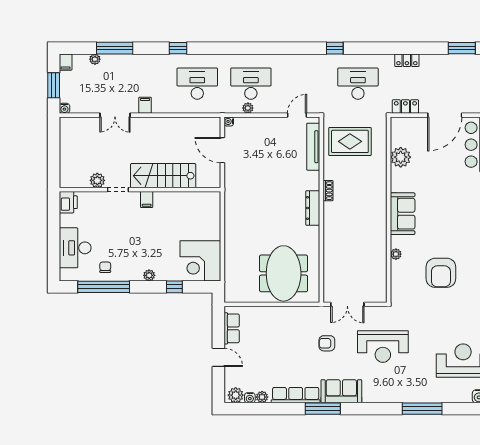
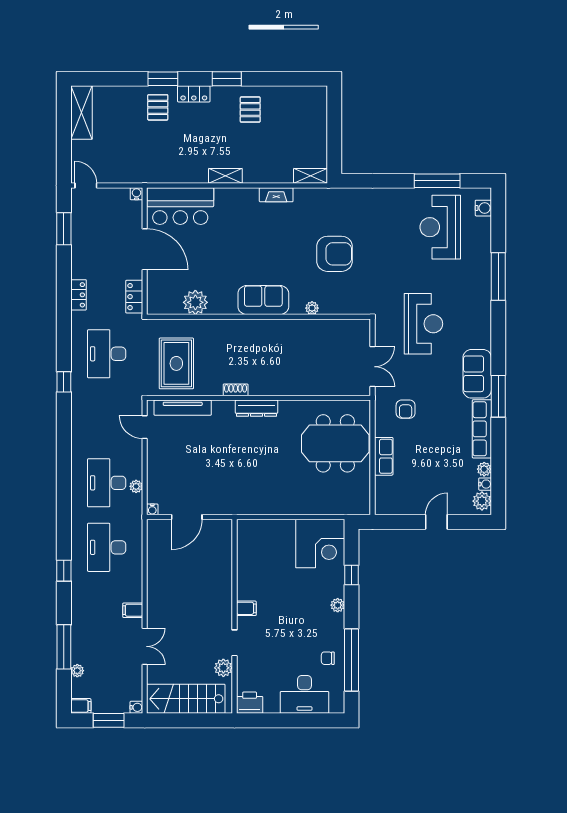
stairs: (163, 176) -> (186, 699), moved, turned 90
row of seats: (232, 328) -> (384, 456), moved, turned 90
armchair: (327, 343) -> (406, 409), moved

